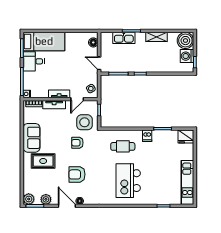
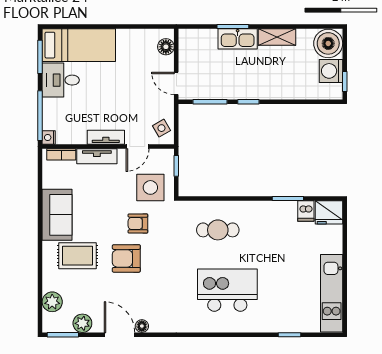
kitchen sink: (124, 38) -> (238, 39), moved
dishwasher: (147, 136) -> (306, 211), moved
armchair: (77, 174) -> (126, 258), moved
kitchen island: (128, 181) -> (227, 290), turned 90
plant: (29, 199) -> (52, 302), moved

